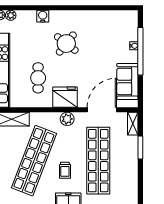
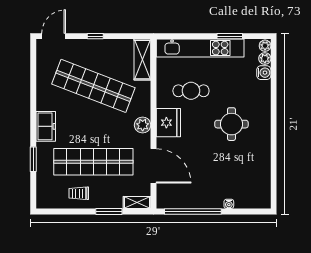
water cooler: (43, 16) -> (264, 73), moved
round table: (66, 44) -> (231, 124), turned -38
window: (140, 51) -> (193, 211), moved
sofa: (127, 81) -> (187, 196), removed
trolley: (65, 170) -> (79, 193), moved

